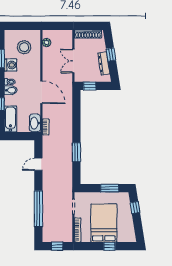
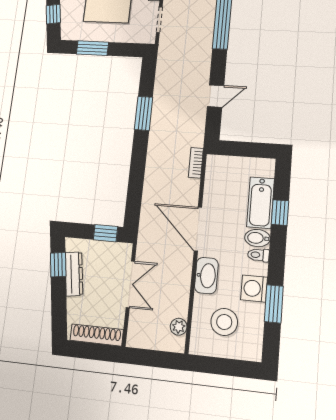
window: (111, 55) -> (58, 265), moved
bathtub: (10, 119) -> (261, 203), moved
washbasin: (35, 123) -> (206, 276), moved

